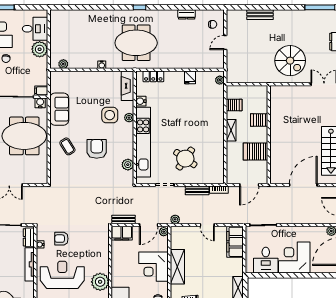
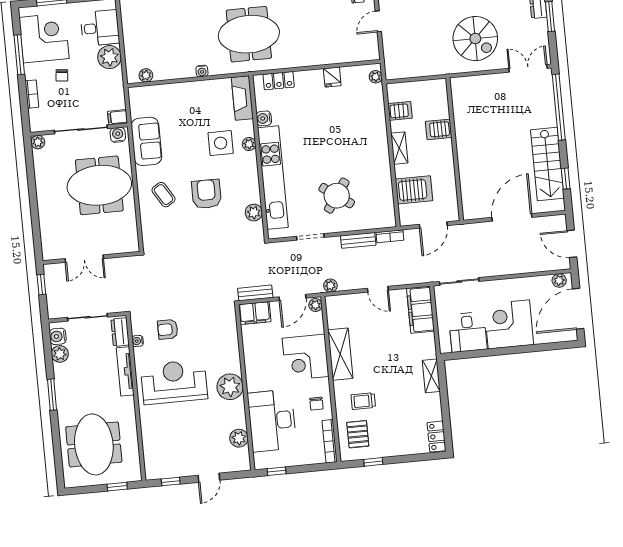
server rack: (255, 151) -> (414, 190), moved, turned 180

